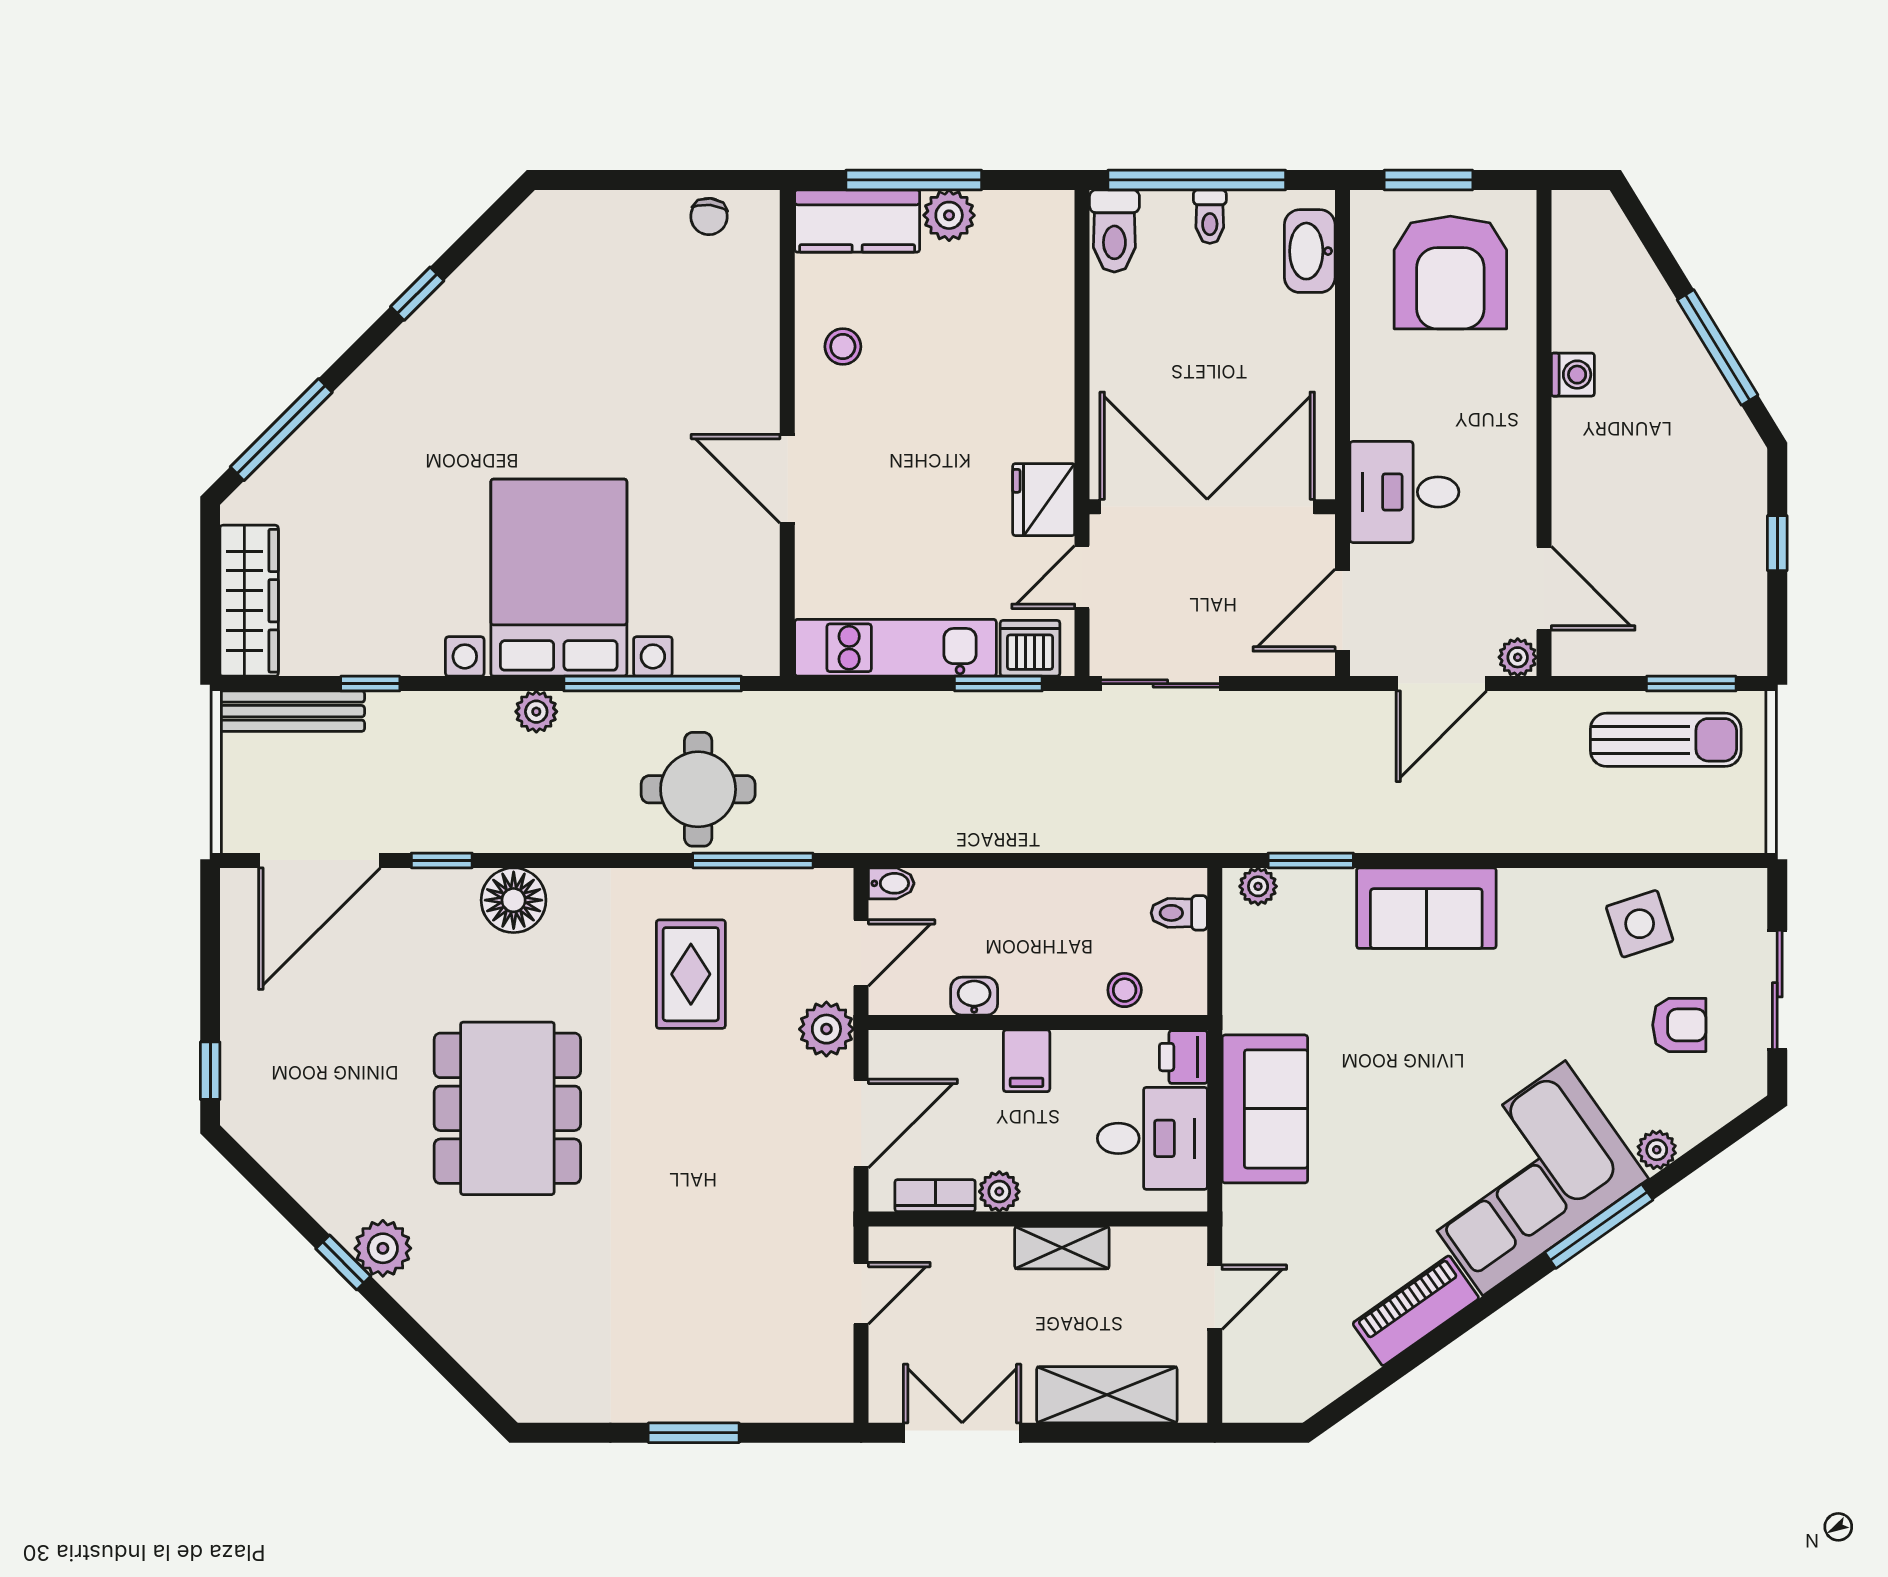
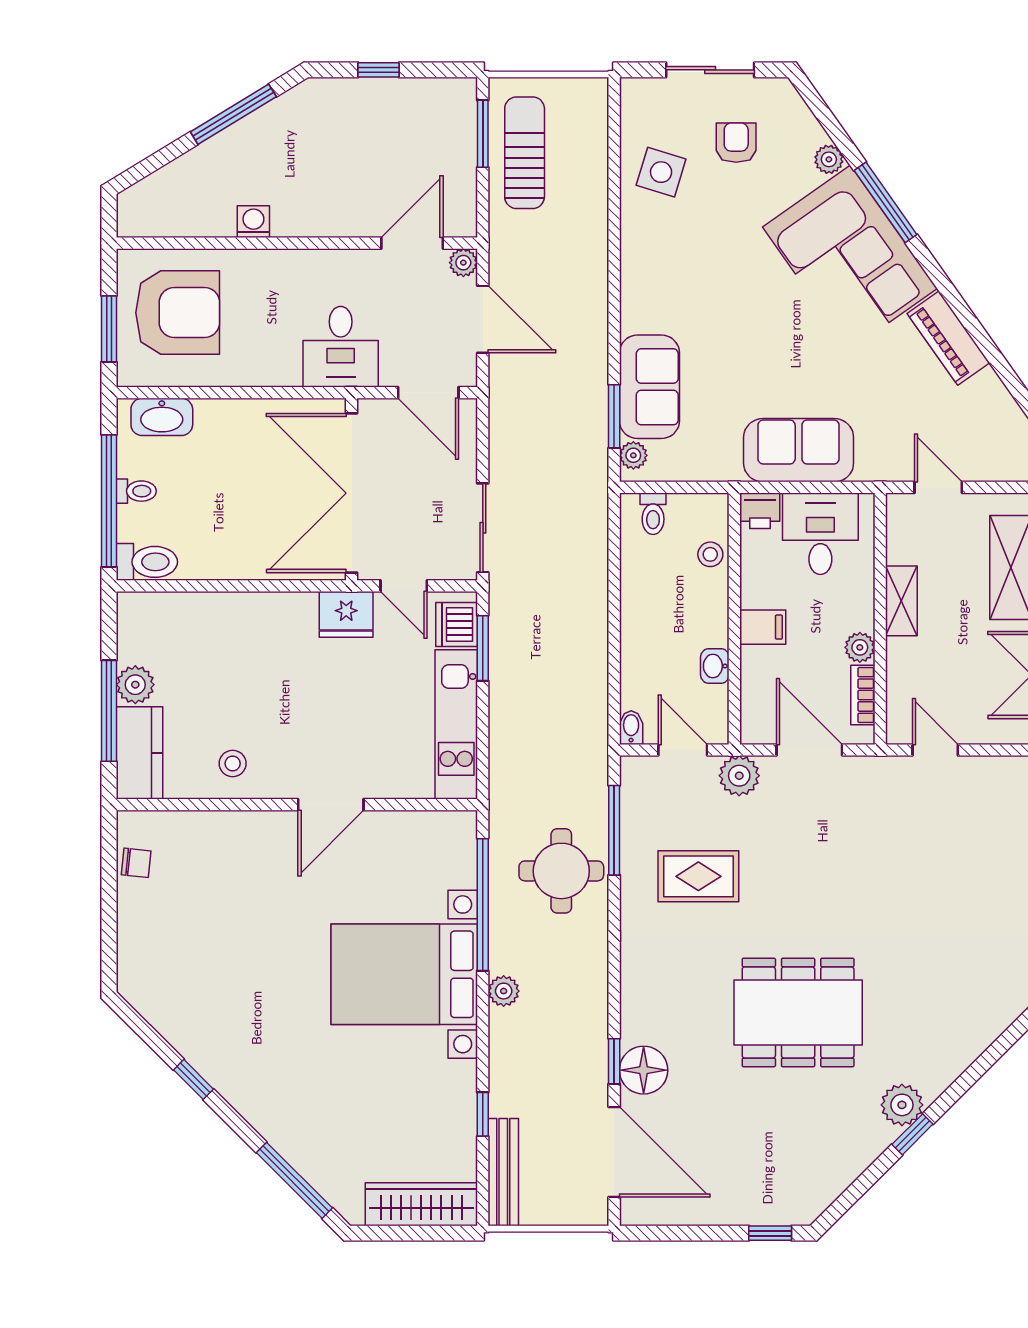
floor lamp: (514, 900) -> (644, 1070), moved
sofa: (1426, 908) -> (649, 387), moved
side table: (1640, 924) -> (661, 172), turned 35

